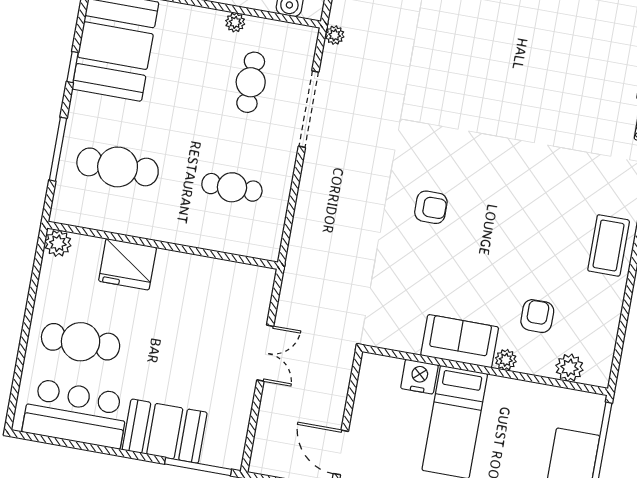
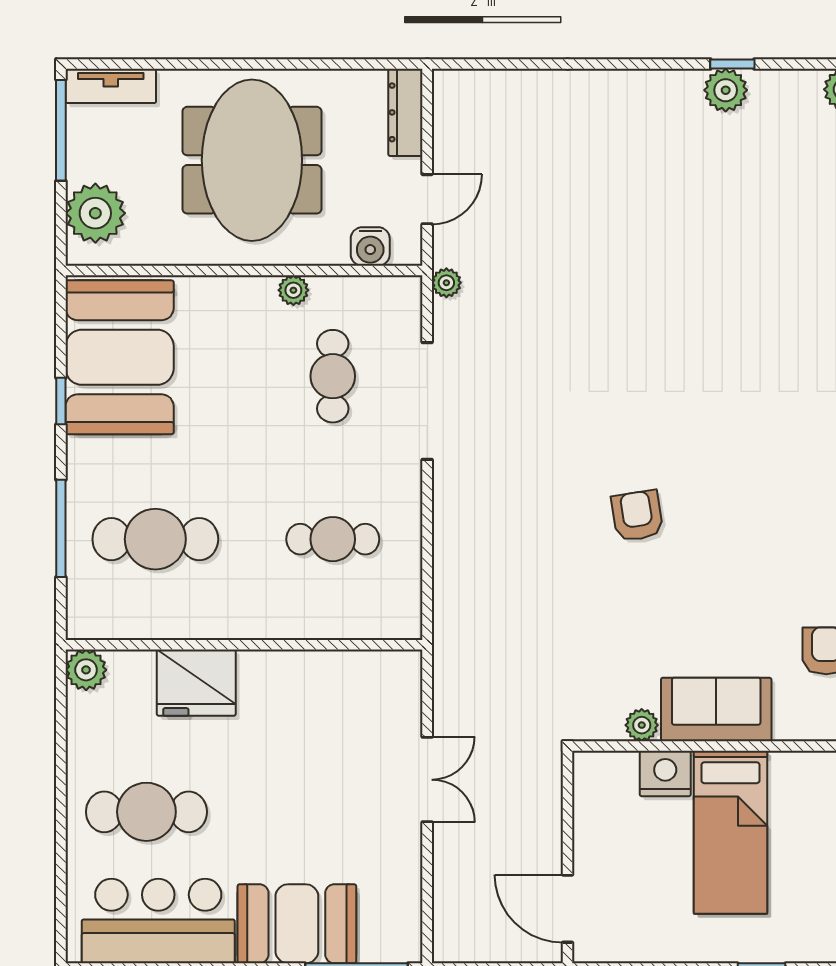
armchair: (431, 207) -> (637, 516), turned -99
plant: (506, 360) -> (642, 725), moved

